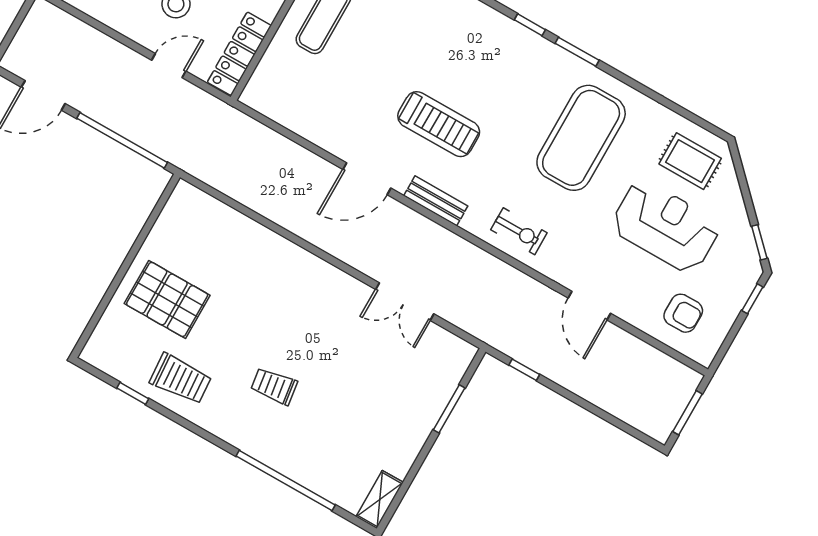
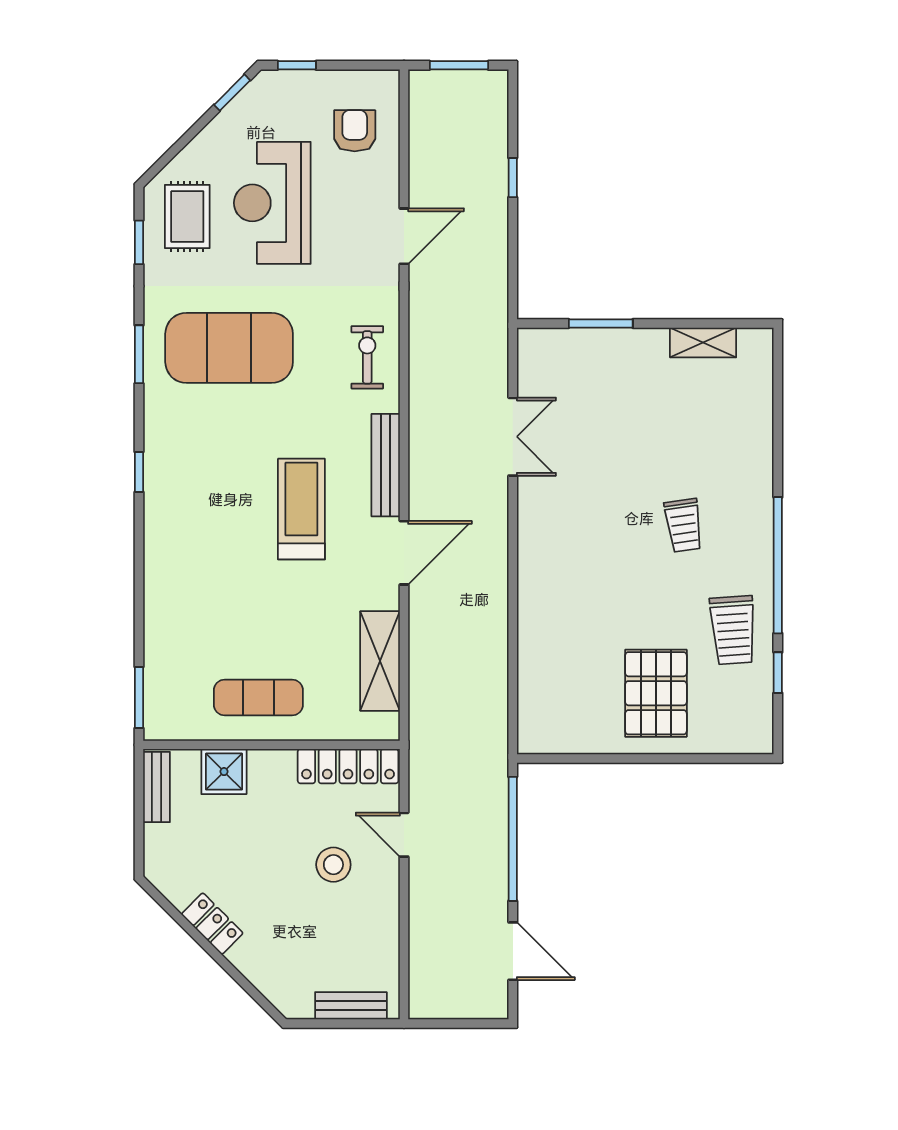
window: (577, 52) -> (139, 354), moved
window: (691, 117) -> (139, 242), added
shelving: (300, 118) -> (380, 661), added
door: (367, 179) -> (404, 553), hinge flipped
bench: (436, 201) -> (386, 465), width x1.36
window: (524, 370) -> (513, 178), moved
trolley: (181, 379) -> (733, 630), turned 180
window: (286, 481) -> (778, 565), moved
shelving: (380, 500) -> (703, 343), moved

